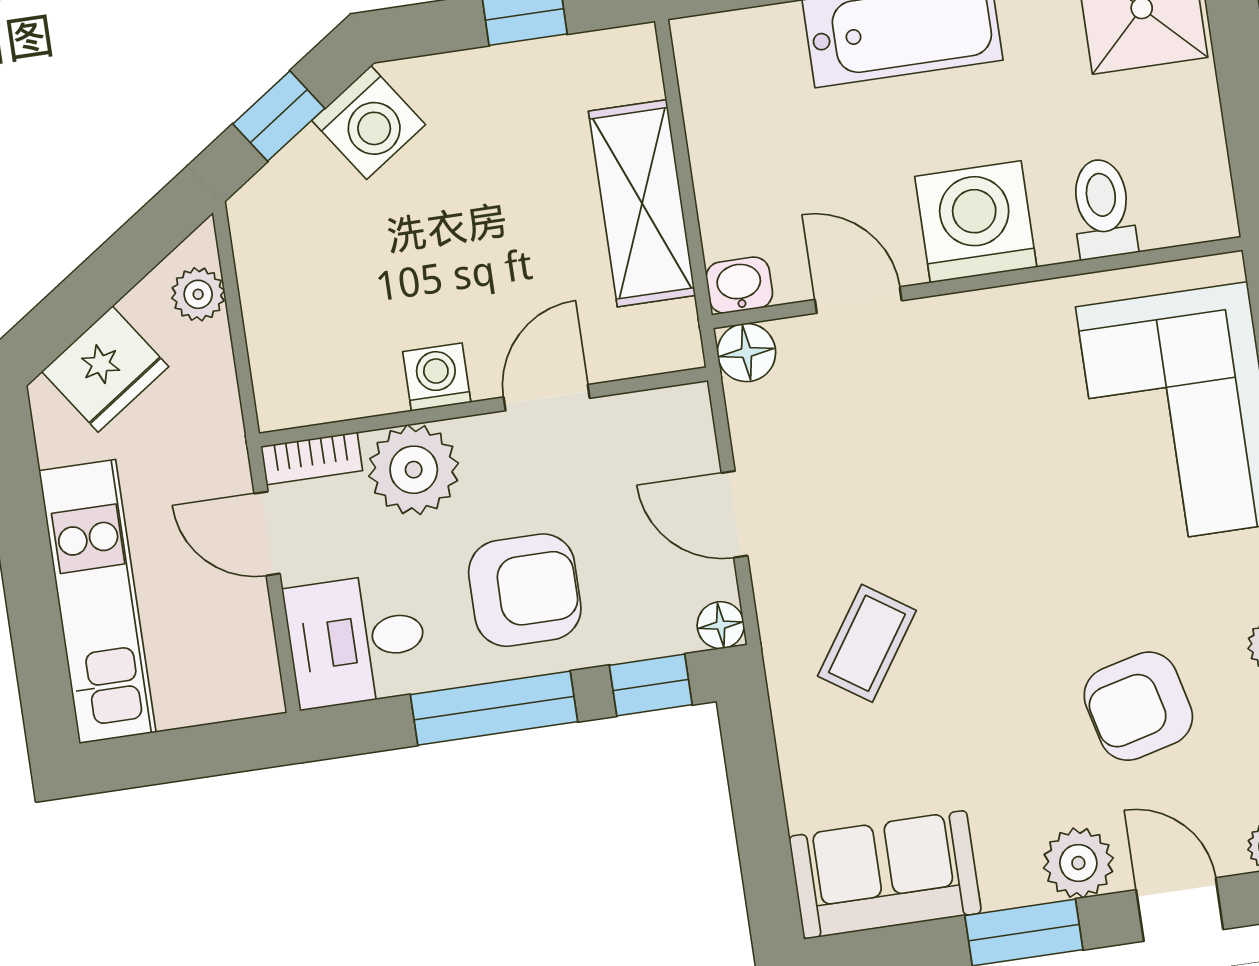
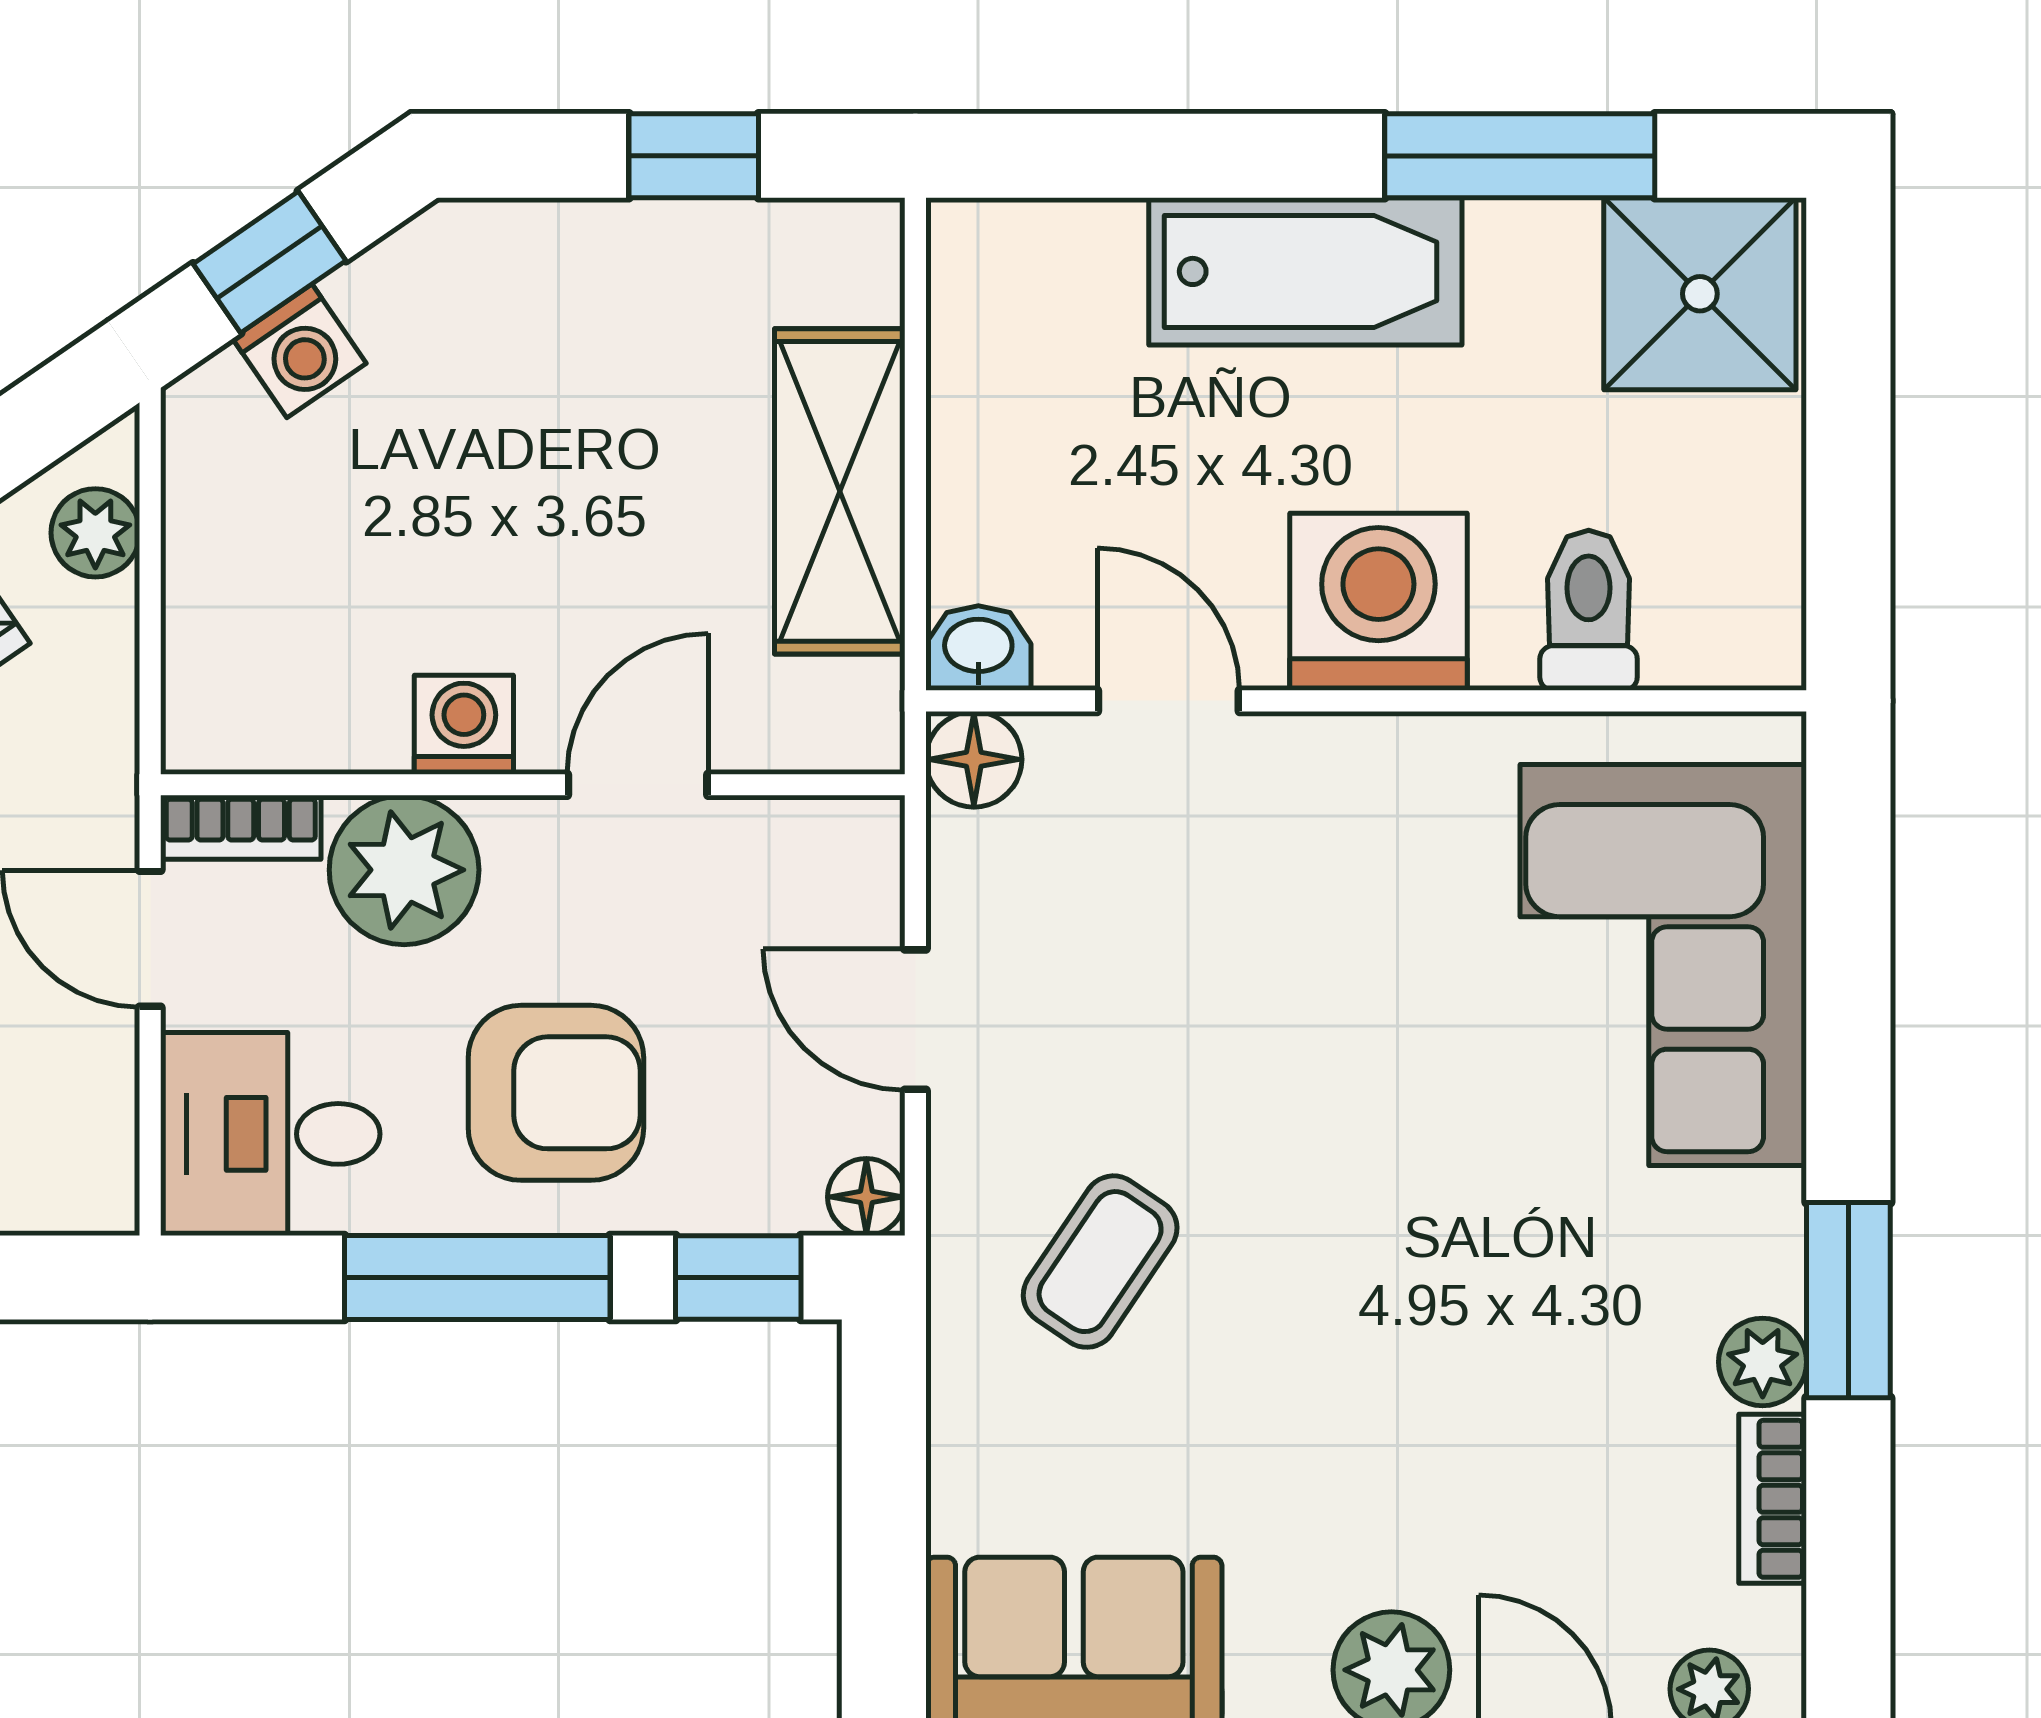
washing machine: (369, 122) -> (299, 351), moved, width x0.73, depth x0.73
armchair: (1138, 706) -> (1527, 1429), removed

